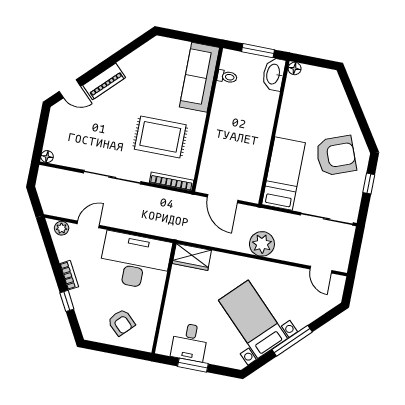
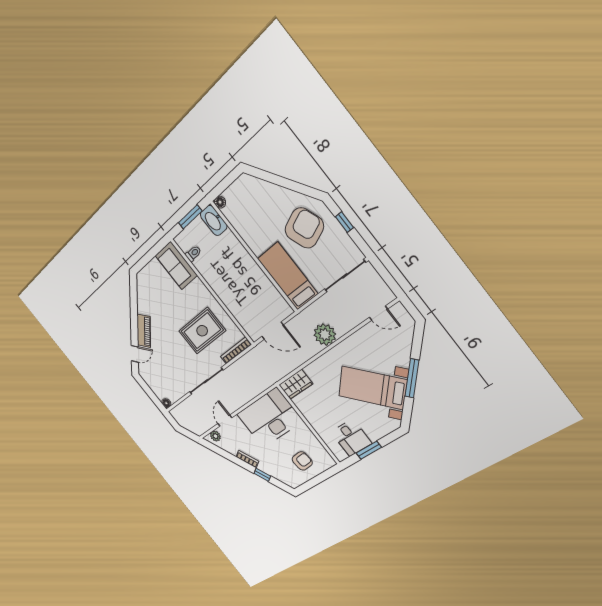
sofa: (199, 77) -> (176, 265), width x0.73
armchair: (121, 322) -> (302, 461), turned -49

